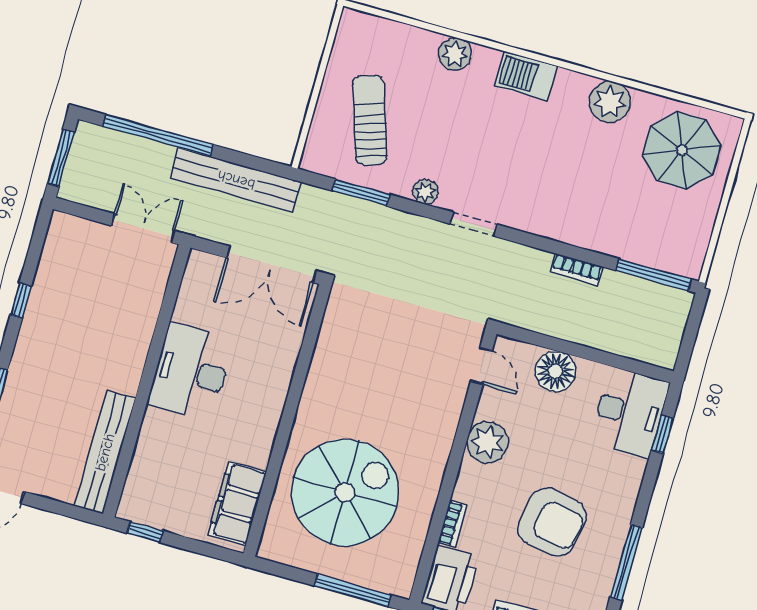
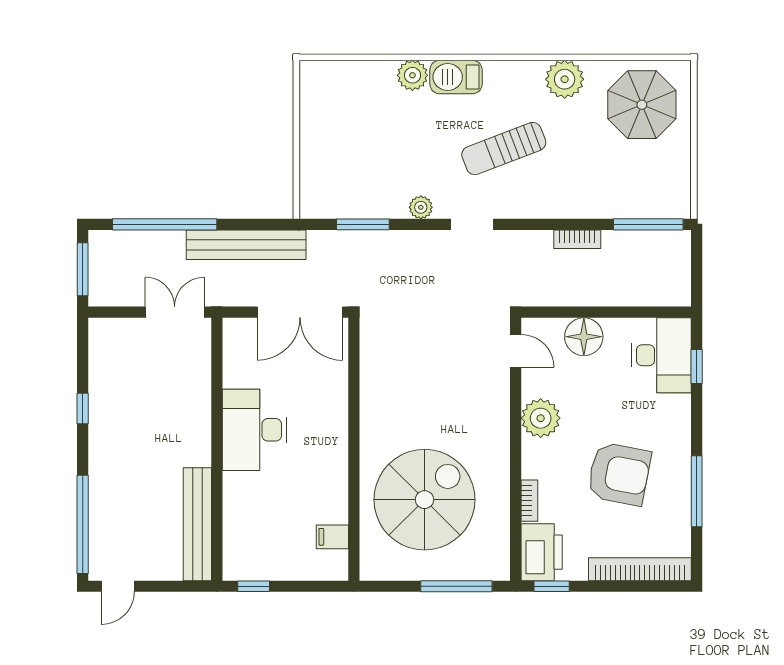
barbecue: (526, 76) -> (456, 77), moved
sun lounger: (370, 120) -> (504, 149), moved, turned -93
filing cabinet: (237, 503) -> (332, 537), width x0.33, depth x0.86

